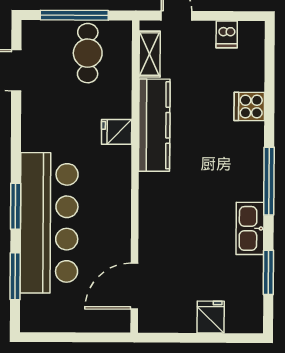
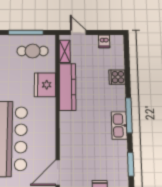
cafe table: (88, 53) -> (33, 51), turned 90
fridge: (117, 132) -> (45, 85), width x1.88, depth x1.34
kitchen sink: (250, 228) -> (119, 125), moved

